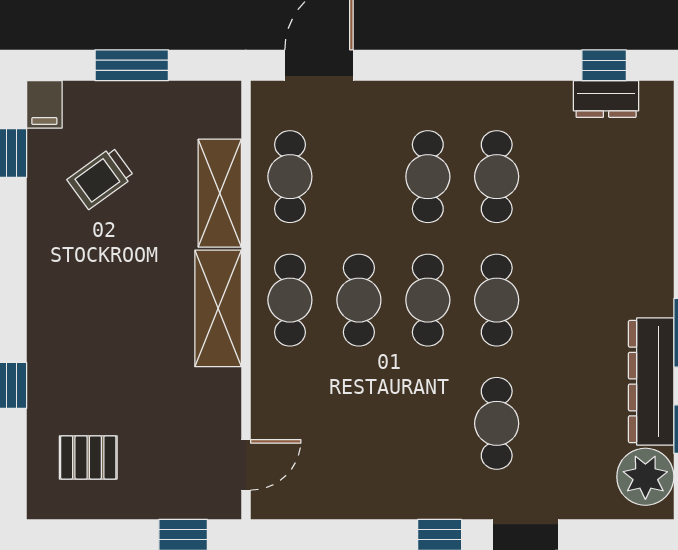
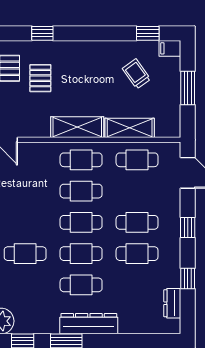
window: (439, 65) -> (188, 228), added
window: (604, 65) -> (188, 279), moved
cafe table: (566, 300) -> (81, 285), added
dresser: (651, 382) -> (89, 324), moved
pallet: (110, 390) -> (40, 78), added

